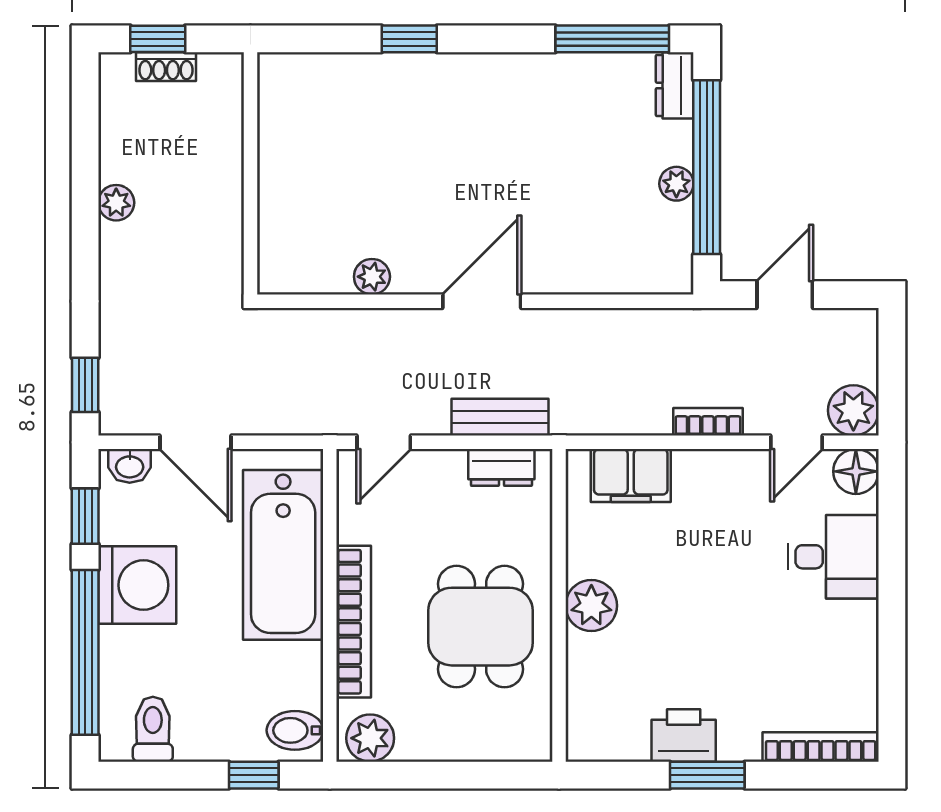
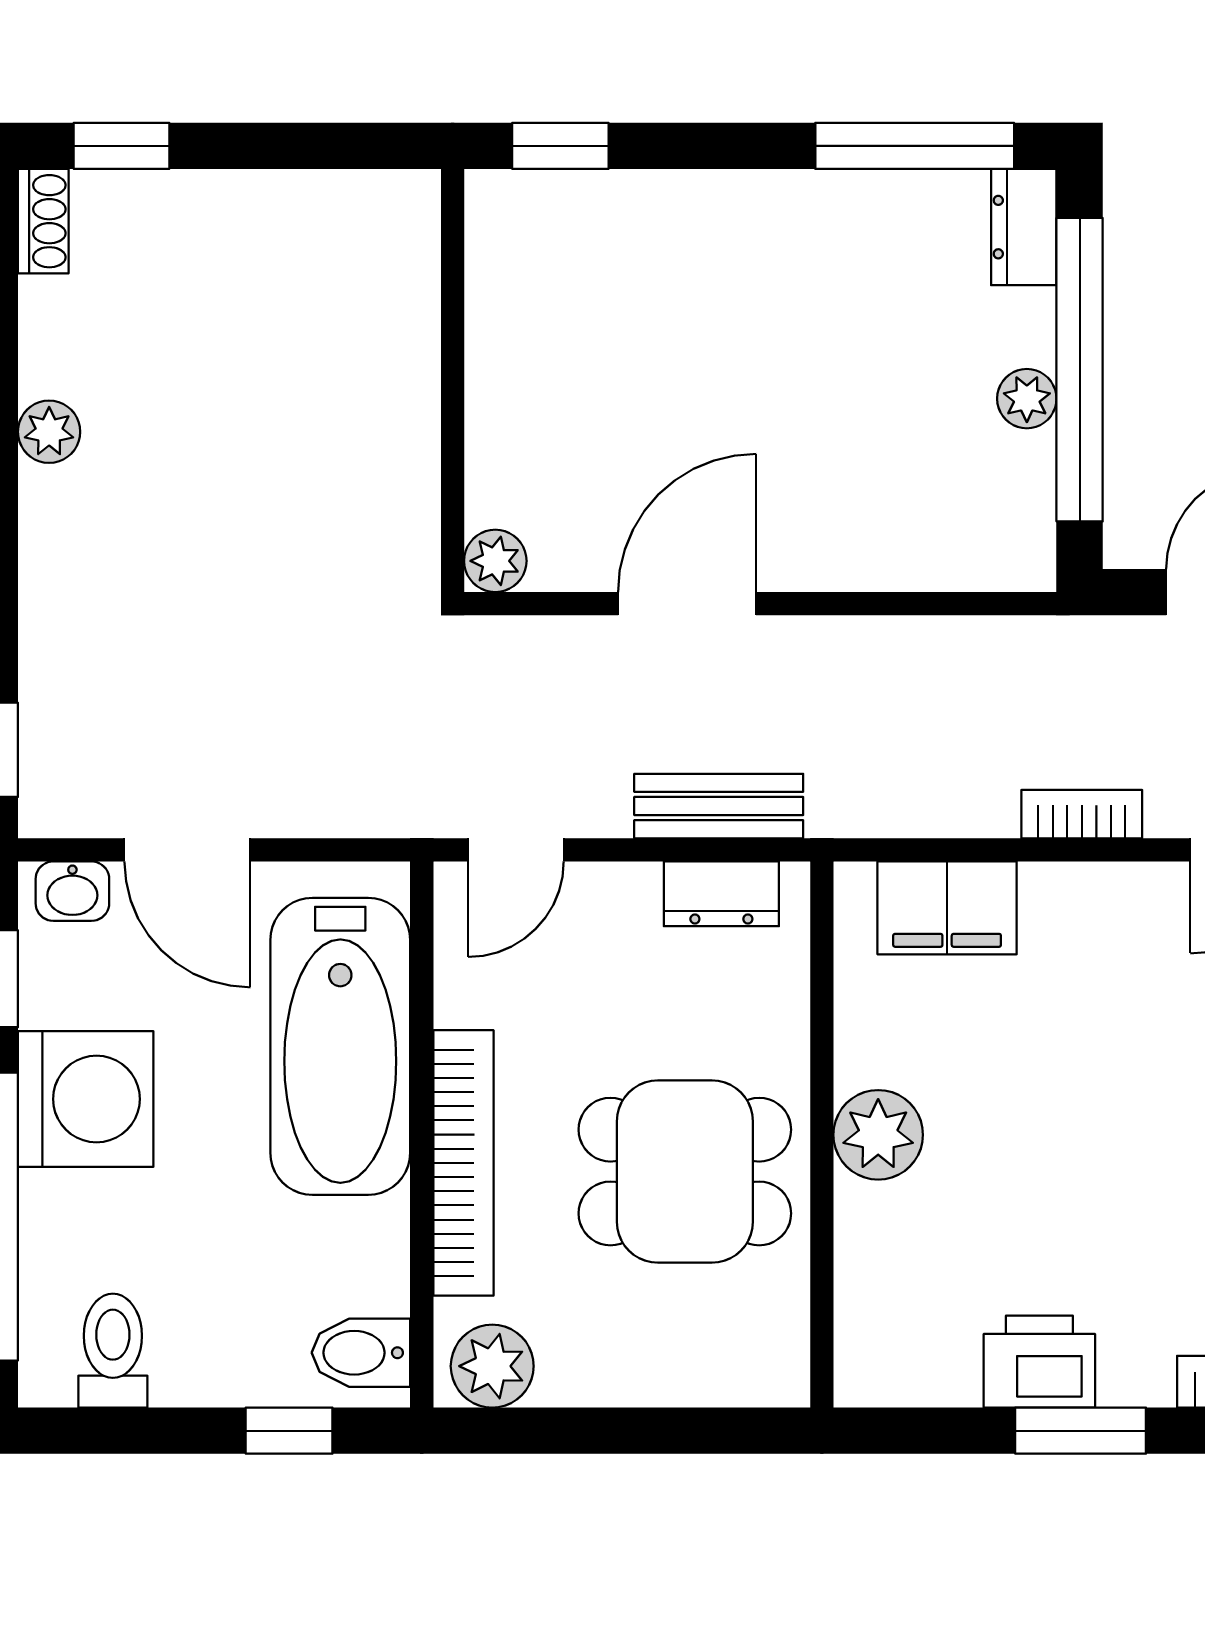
shoe rack: (166, 67) -> (43, 221), moved, turned -90
wall: (250, 173) -> (453, 381), moved
dining table: (481, 627) -> (685, 1172), turned 90

